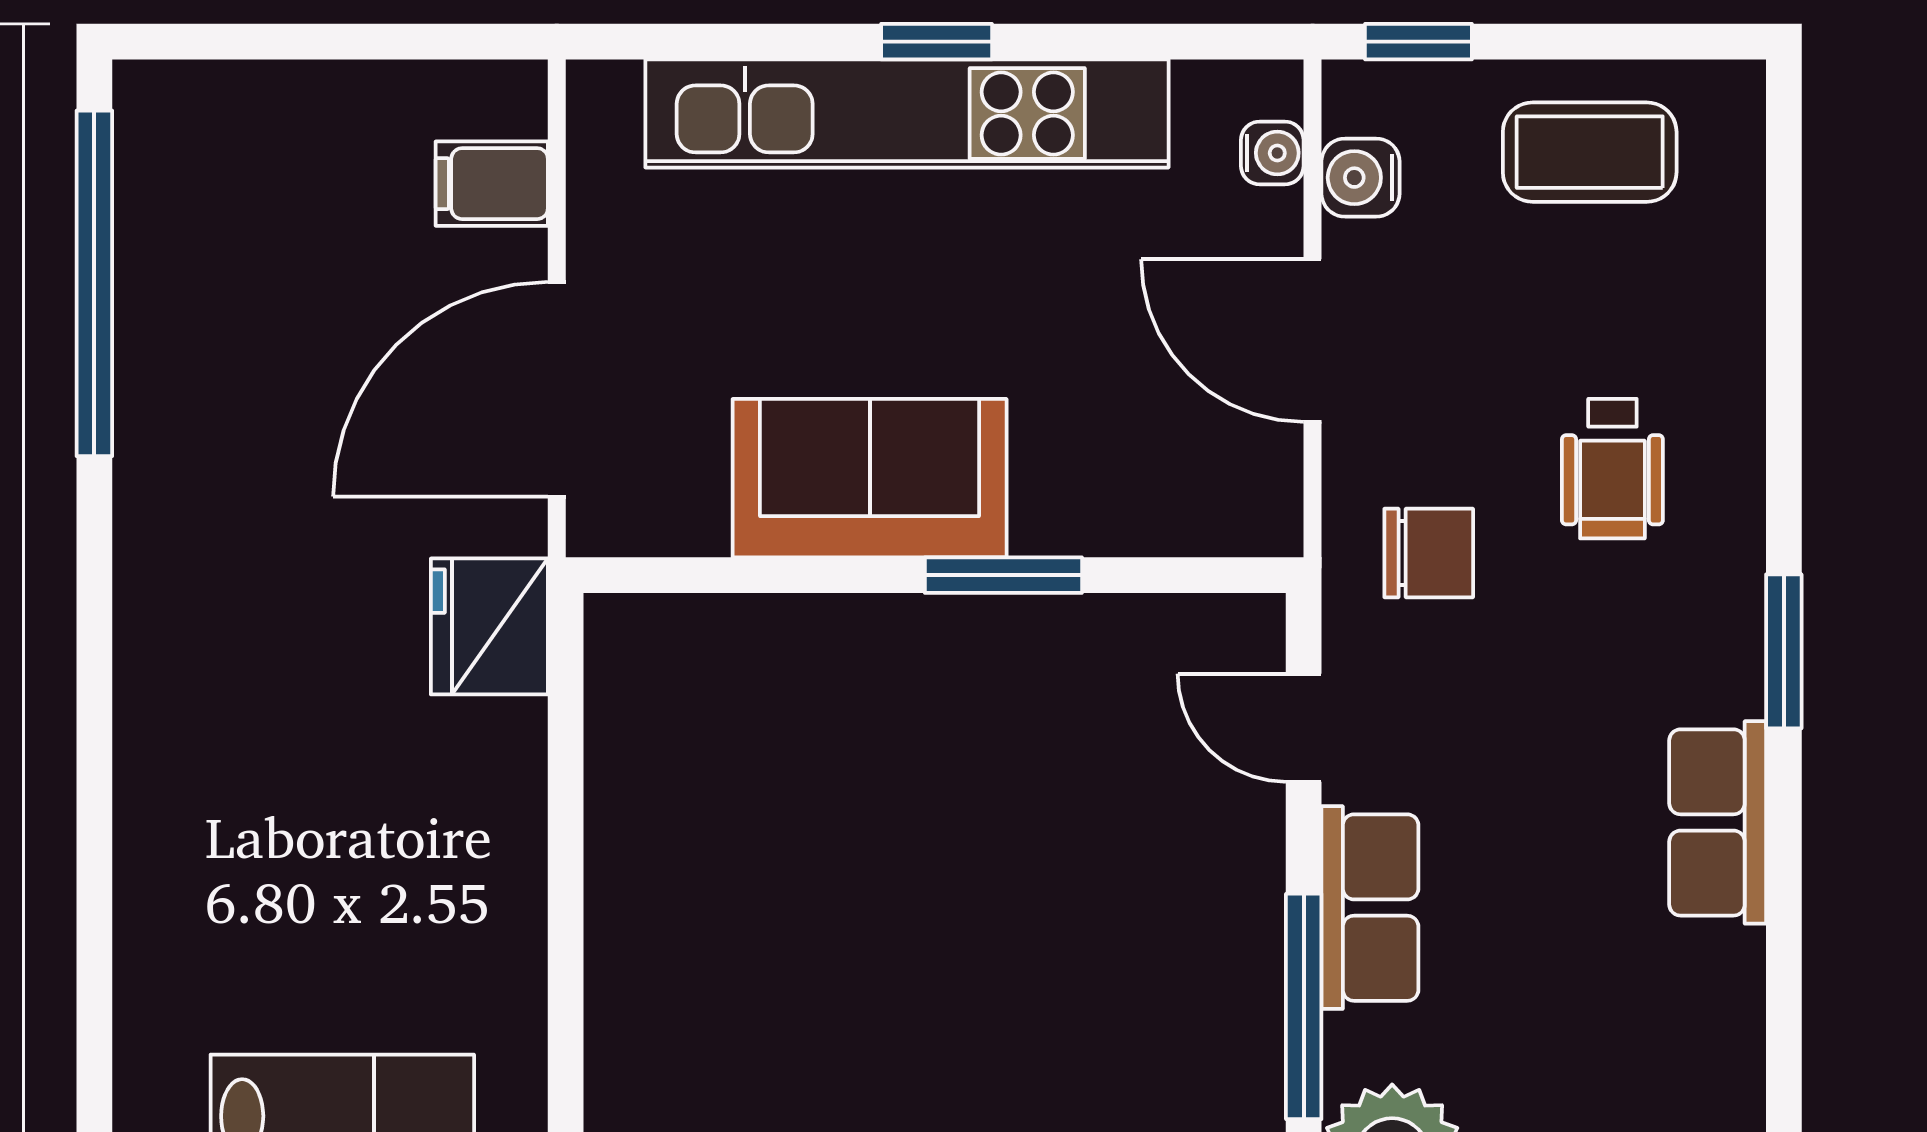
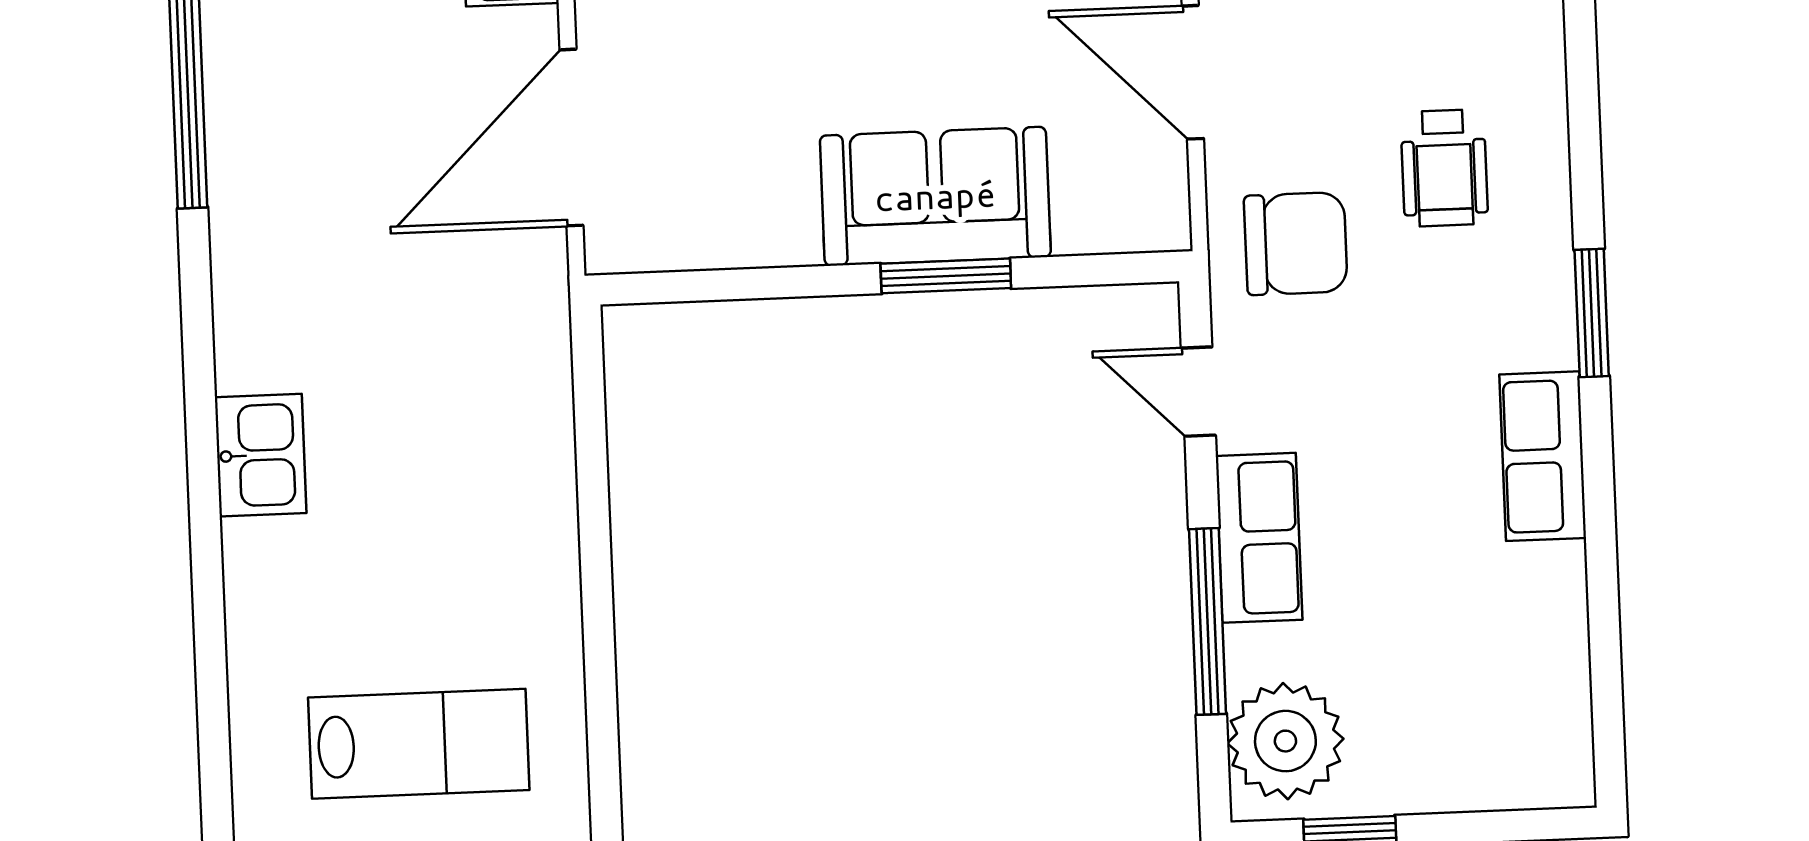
sofa: (870, 478) -> (935, 196), moved
chair: (1429, 553) -> (1296, 244), width x1.37, depth x1.37
fridge: (489, 626) -> (524, 335), removed
kitchen sink: (165, 759) -> (261, 455), added

